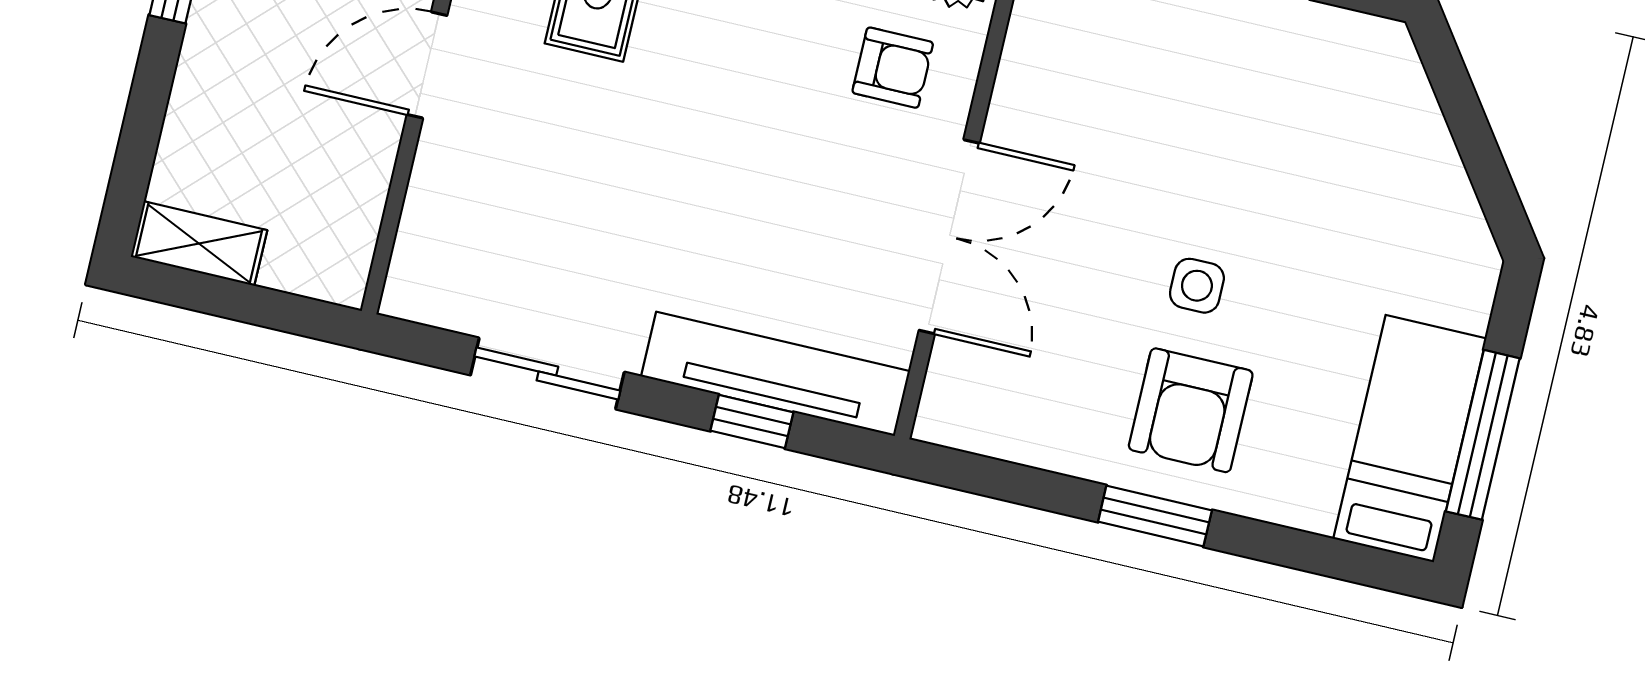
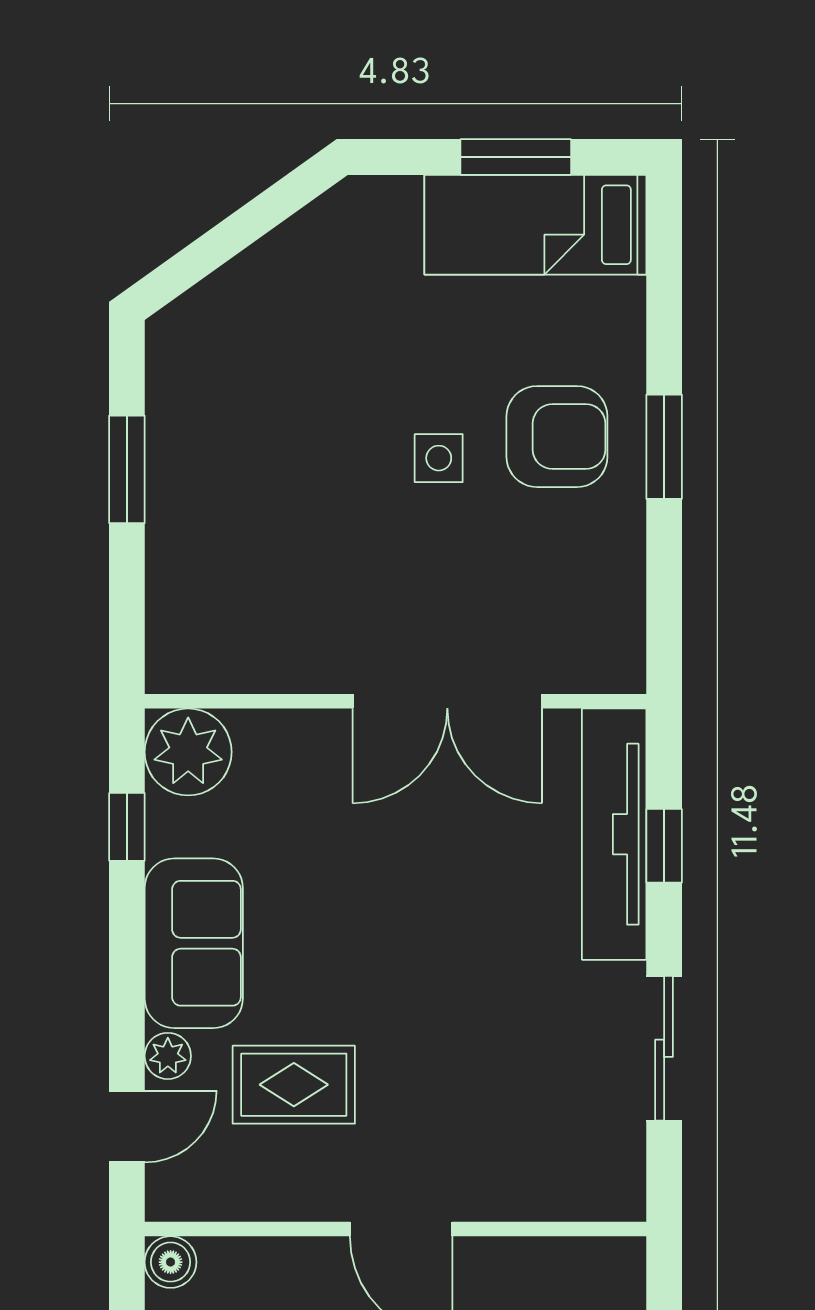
armchair: (893, 68) -> (301, 792), removed
double door: (949, 237) -> (447, 701), swing flipped
window: (1483, 435) -> (516, 157), width x0.69

